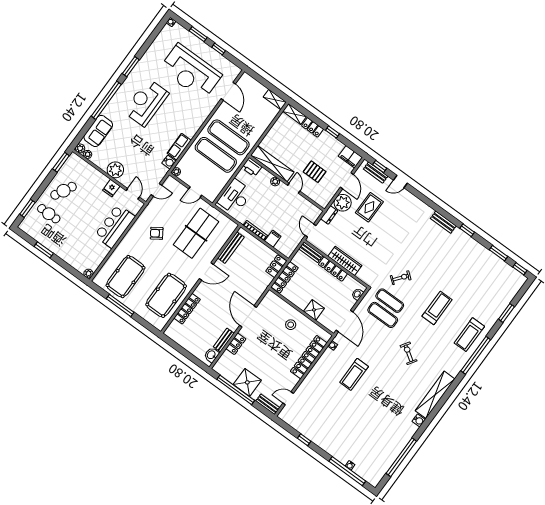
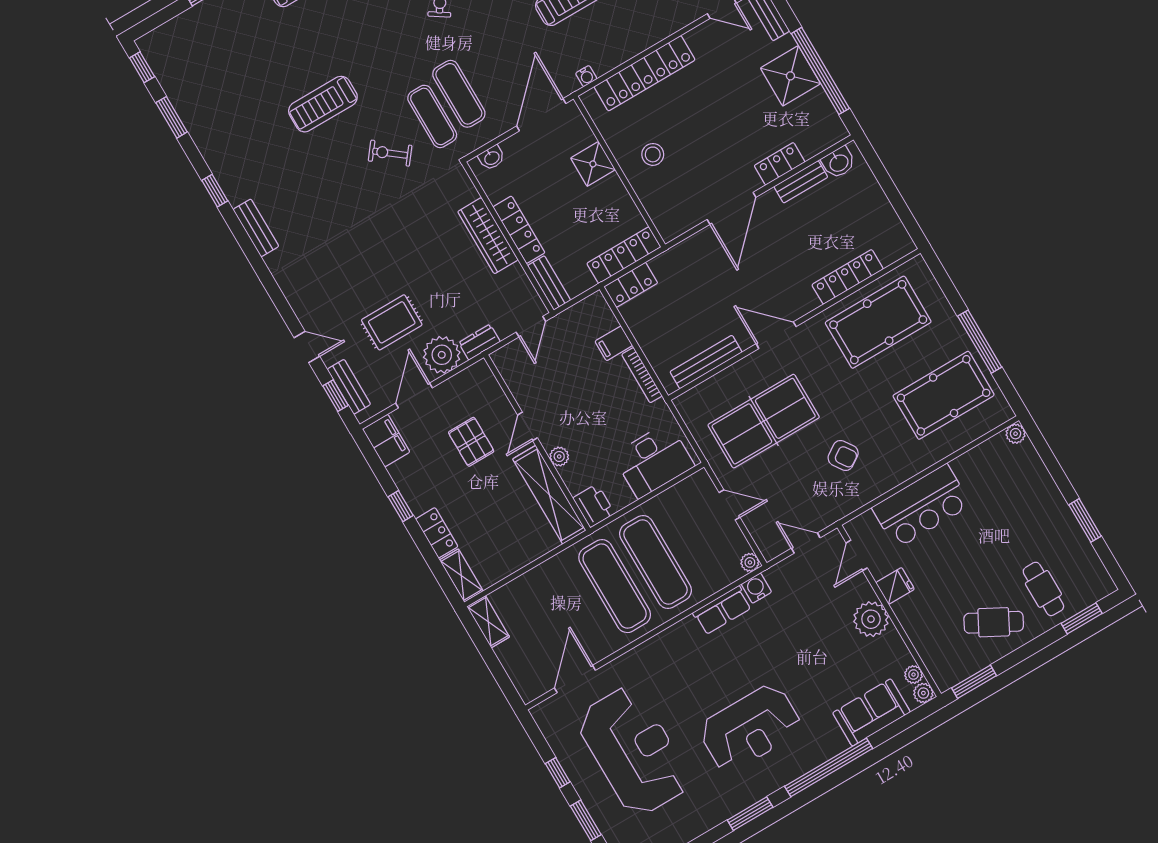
treadmill: (437, 308) -> (323, 104), moved

